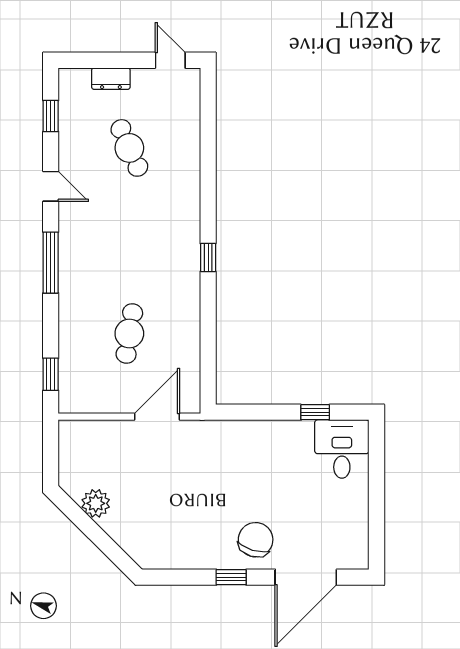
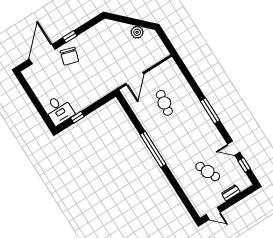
door: (51, 186) -> (234, 148), moved
window: (208, 258) -> (153, 149), width x3.17
window: (51, 374) -> (184, 69), removed

